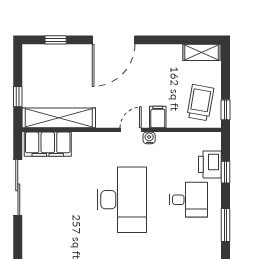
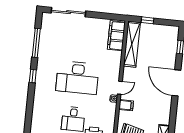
door: (131, 130) -> (120, 88), hinge flipped
sliding door: (18, 187) -> (68, 12), moved

